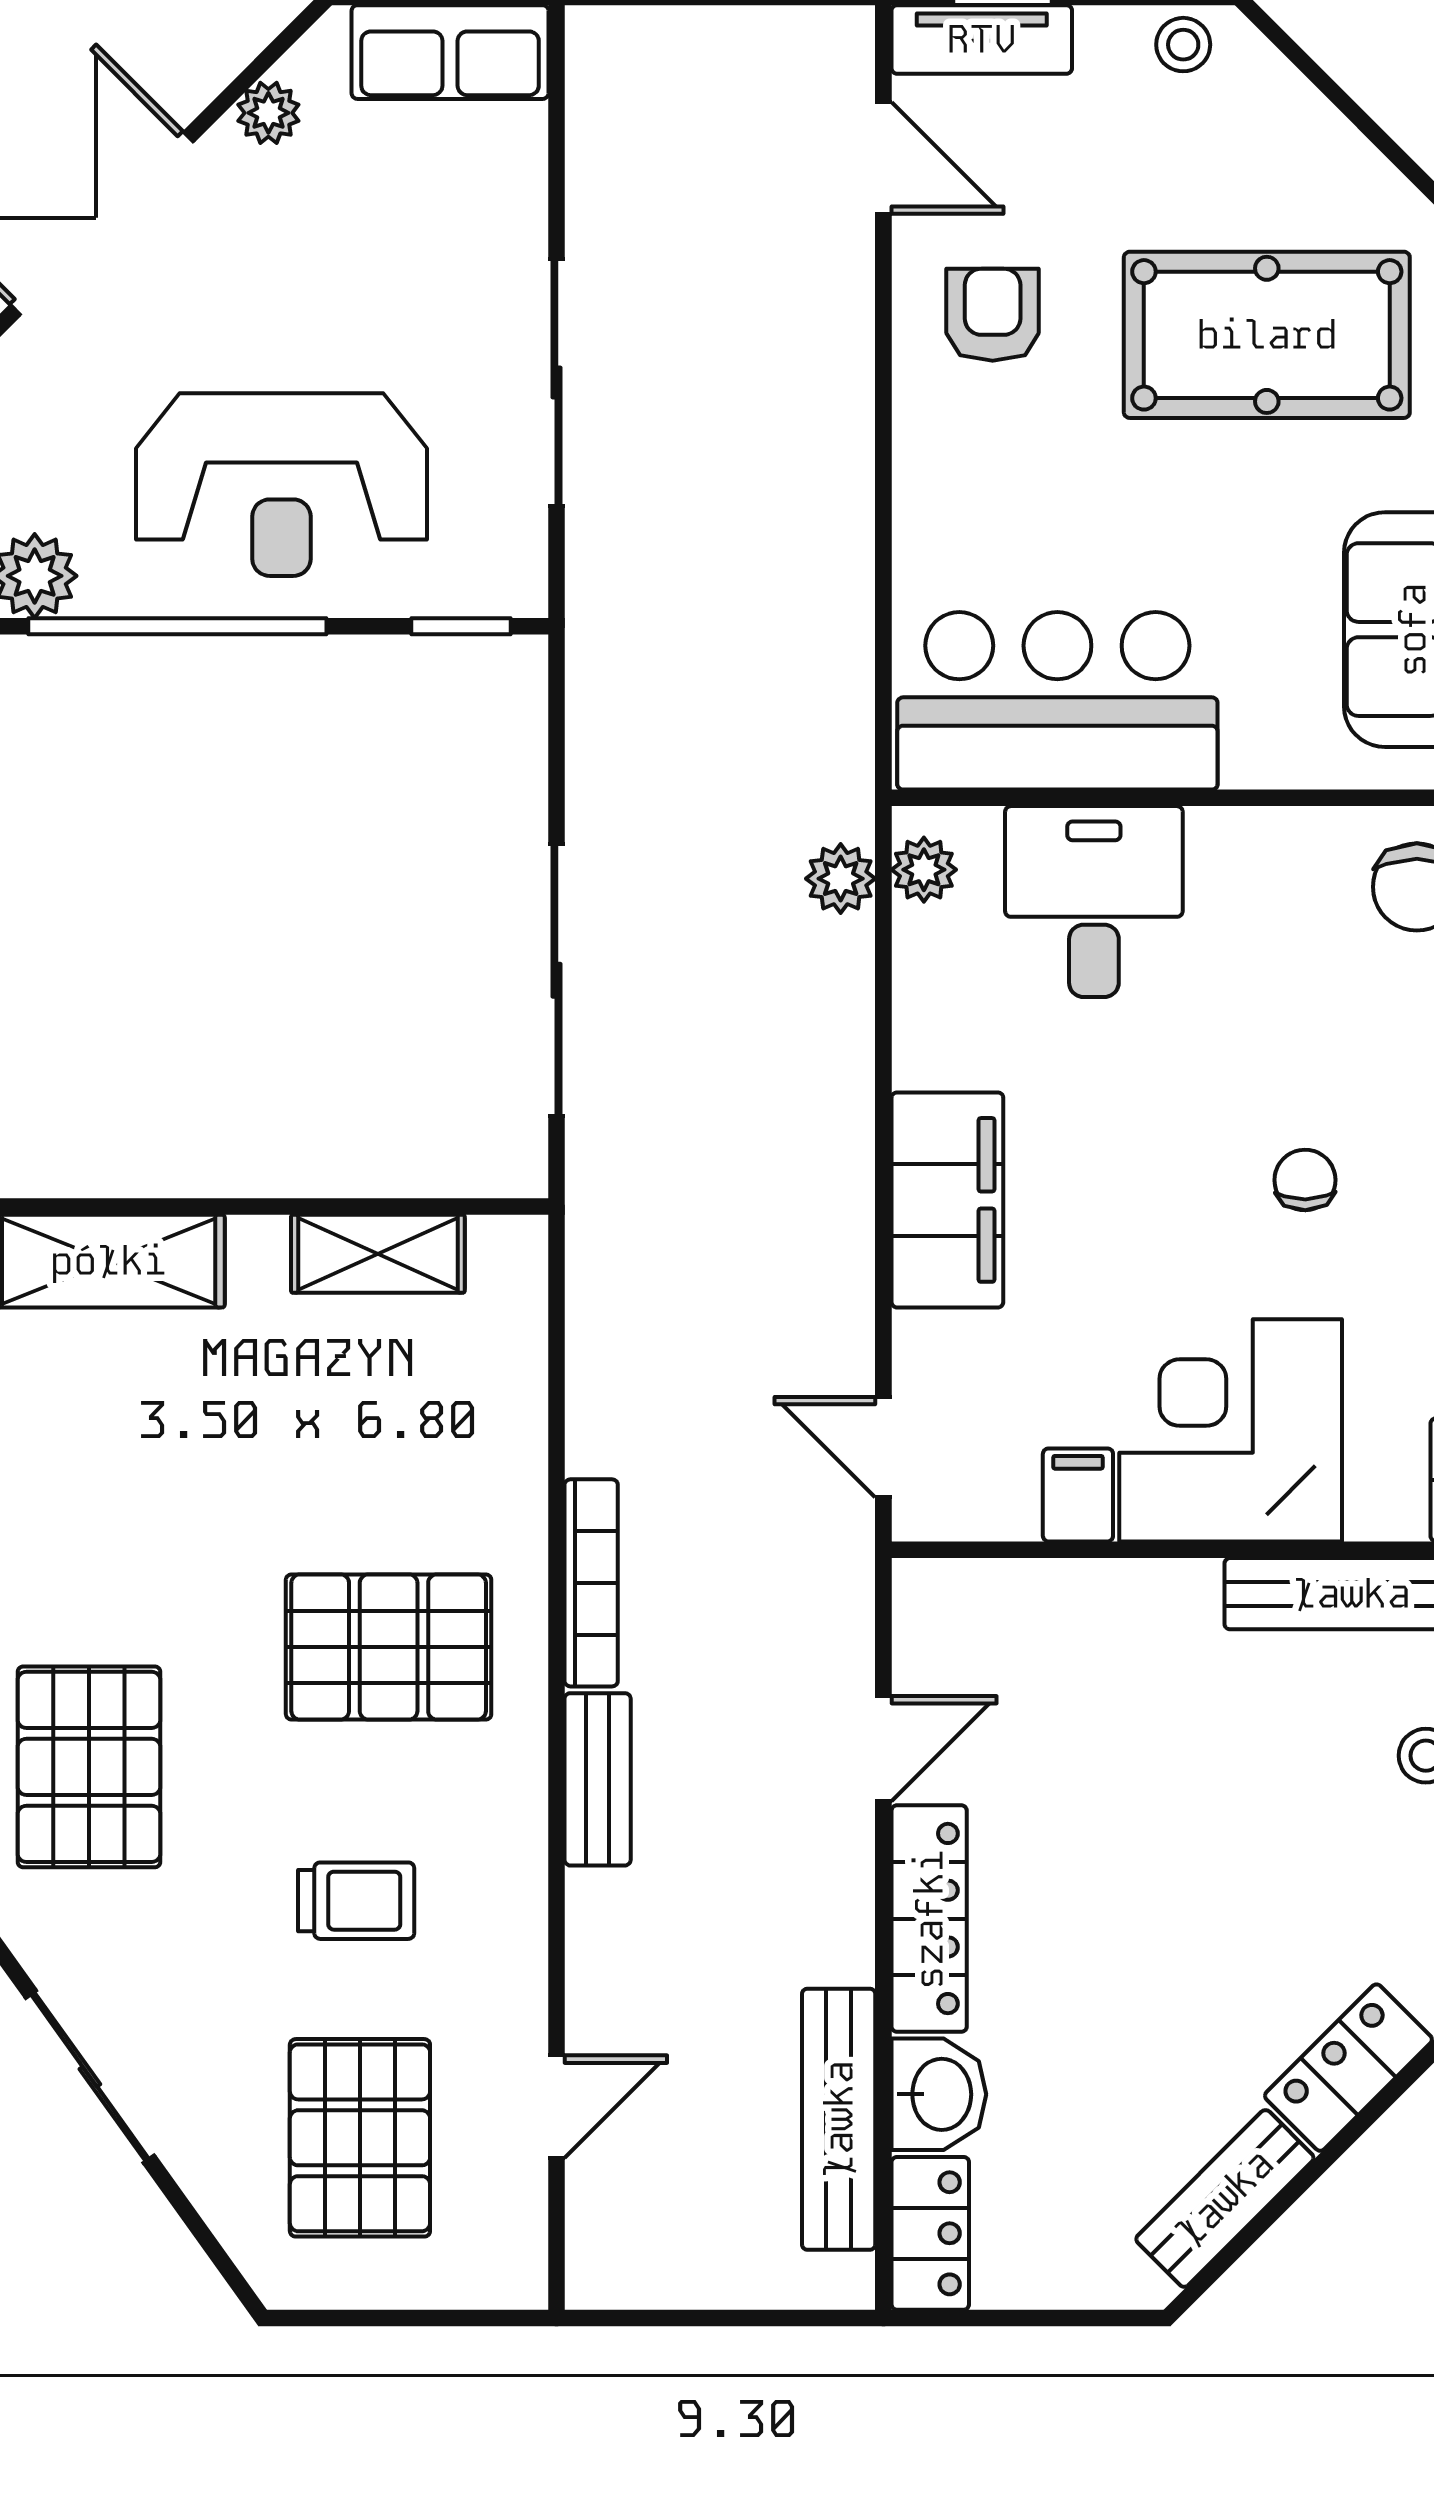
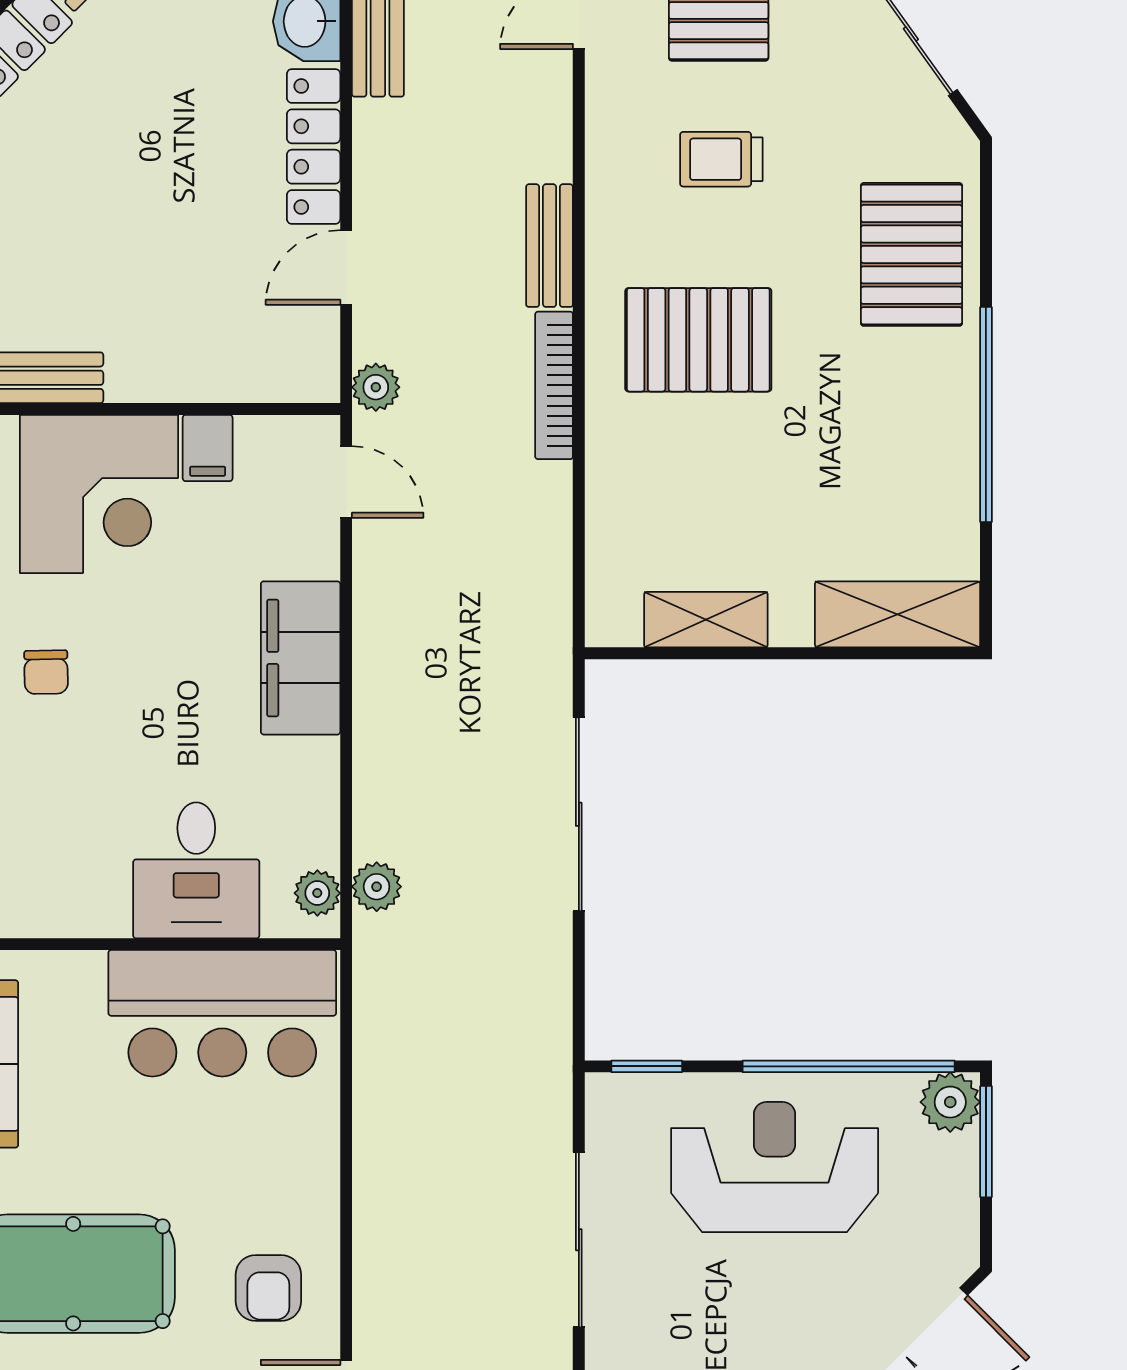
plant: (842, 1580) -> (376, 387), added

